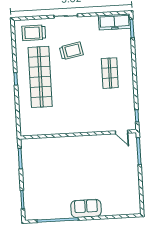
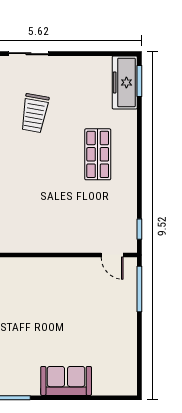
freezer: (115, 22) -> (125, 82), moved, turned 90
trolley: (71, 51) -> (35, 113), turned 111
sofa: (86, 208) -> (66, 381), moved

